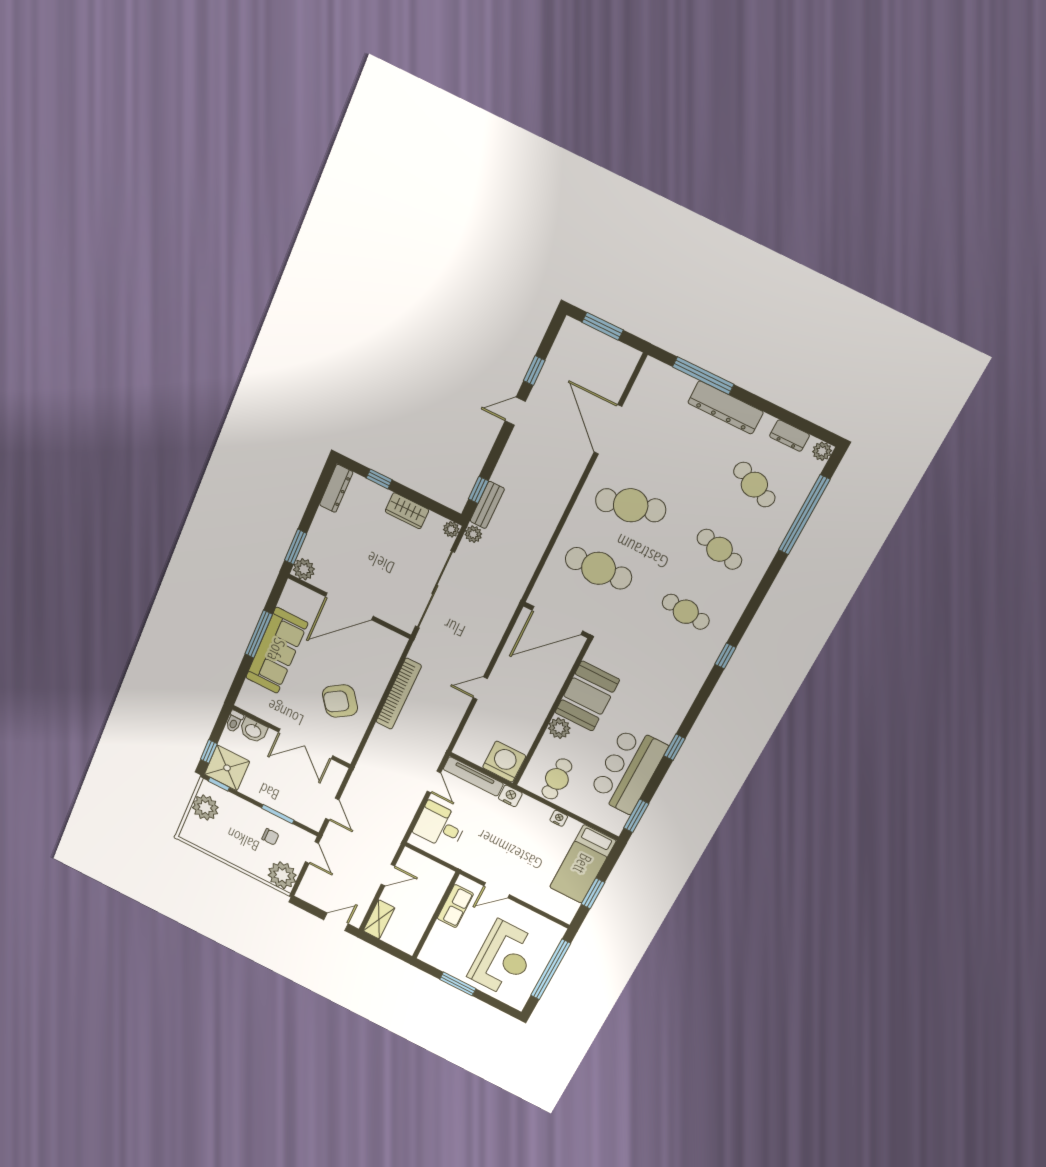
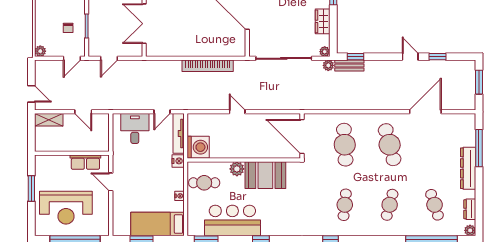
cafe table: (754, 485) -> (435, 205), turned -42
armchair: (340, 701) -> (184, 33), removed
plant: (282, 875) -> (40, 51), width x0.53, depth x0.53

